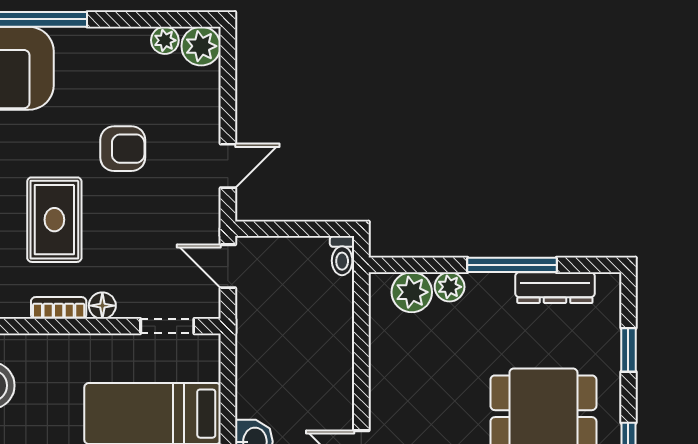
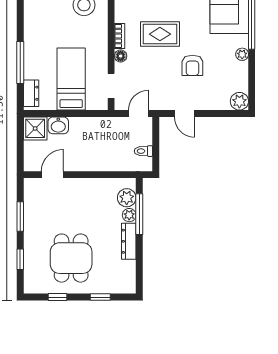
plant: (165, 40) -> (242, 54), moved
toilet: (342, 256) -> (143, 151), moved
window: (512, 265) -> (139, 214), moved
dresser: (555, 288) -> (129, 241), moved

